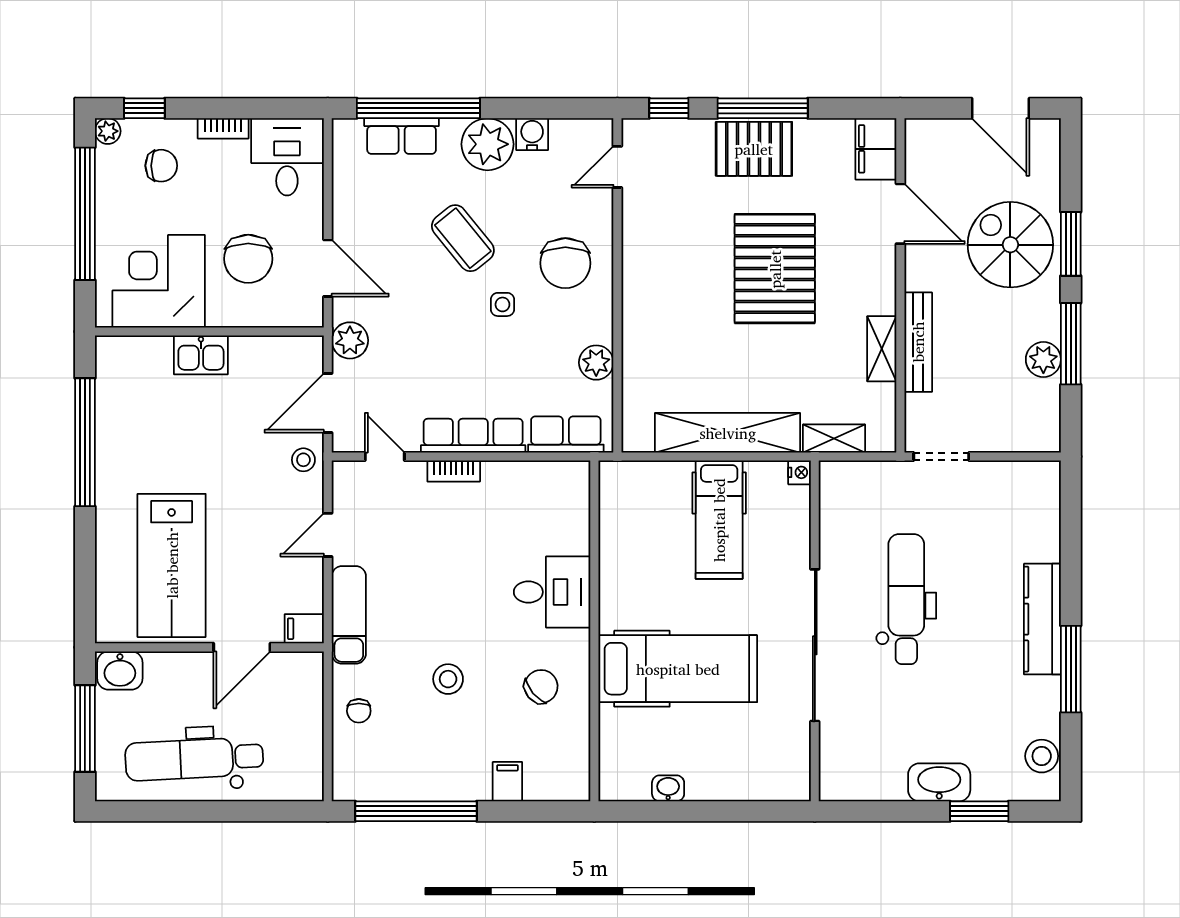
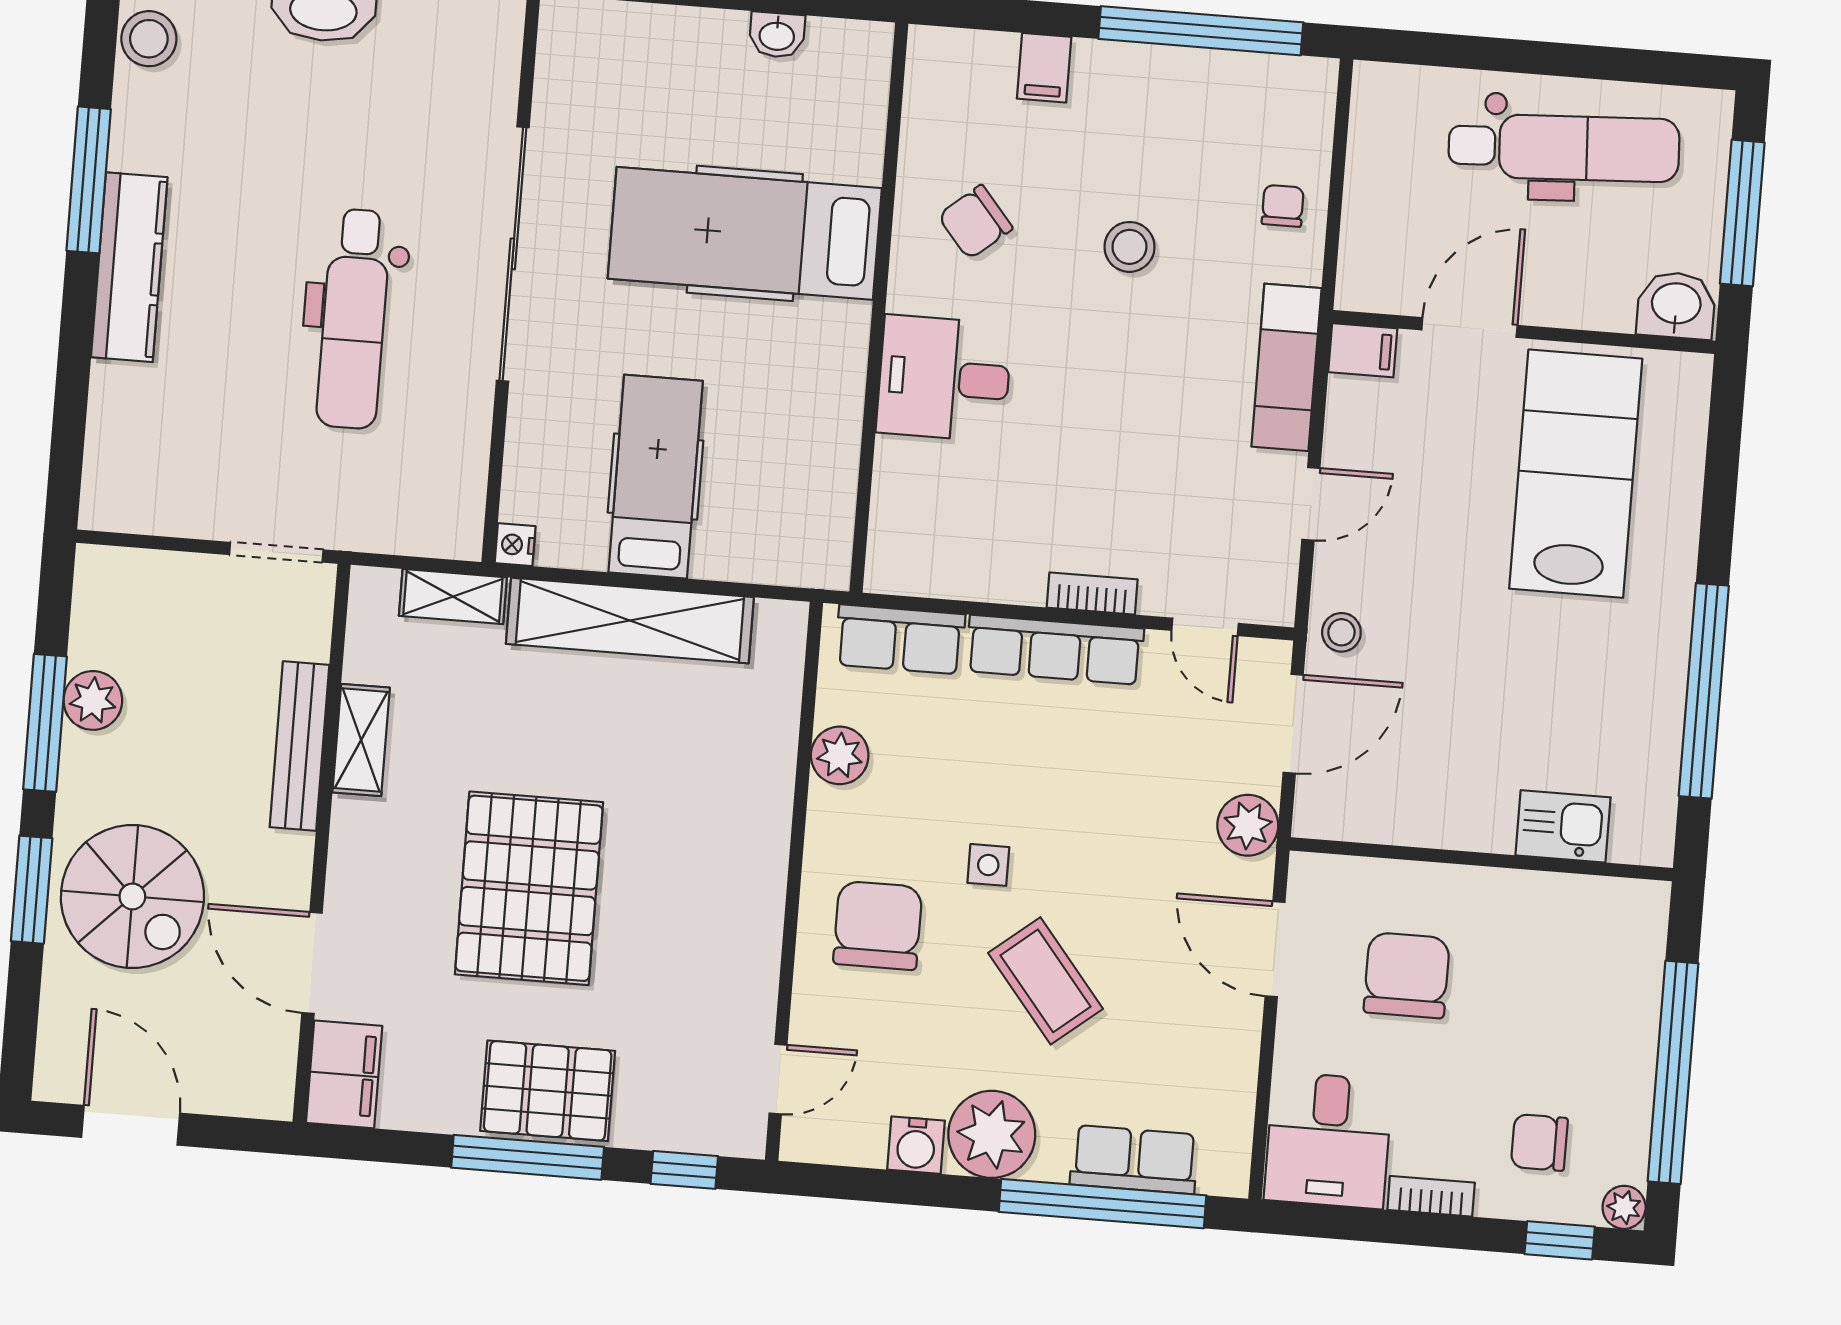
corner desk: (159, 281) -> (1559, 950), removed
kitchen sink: (201, 355) -> (1563, 826), moved

